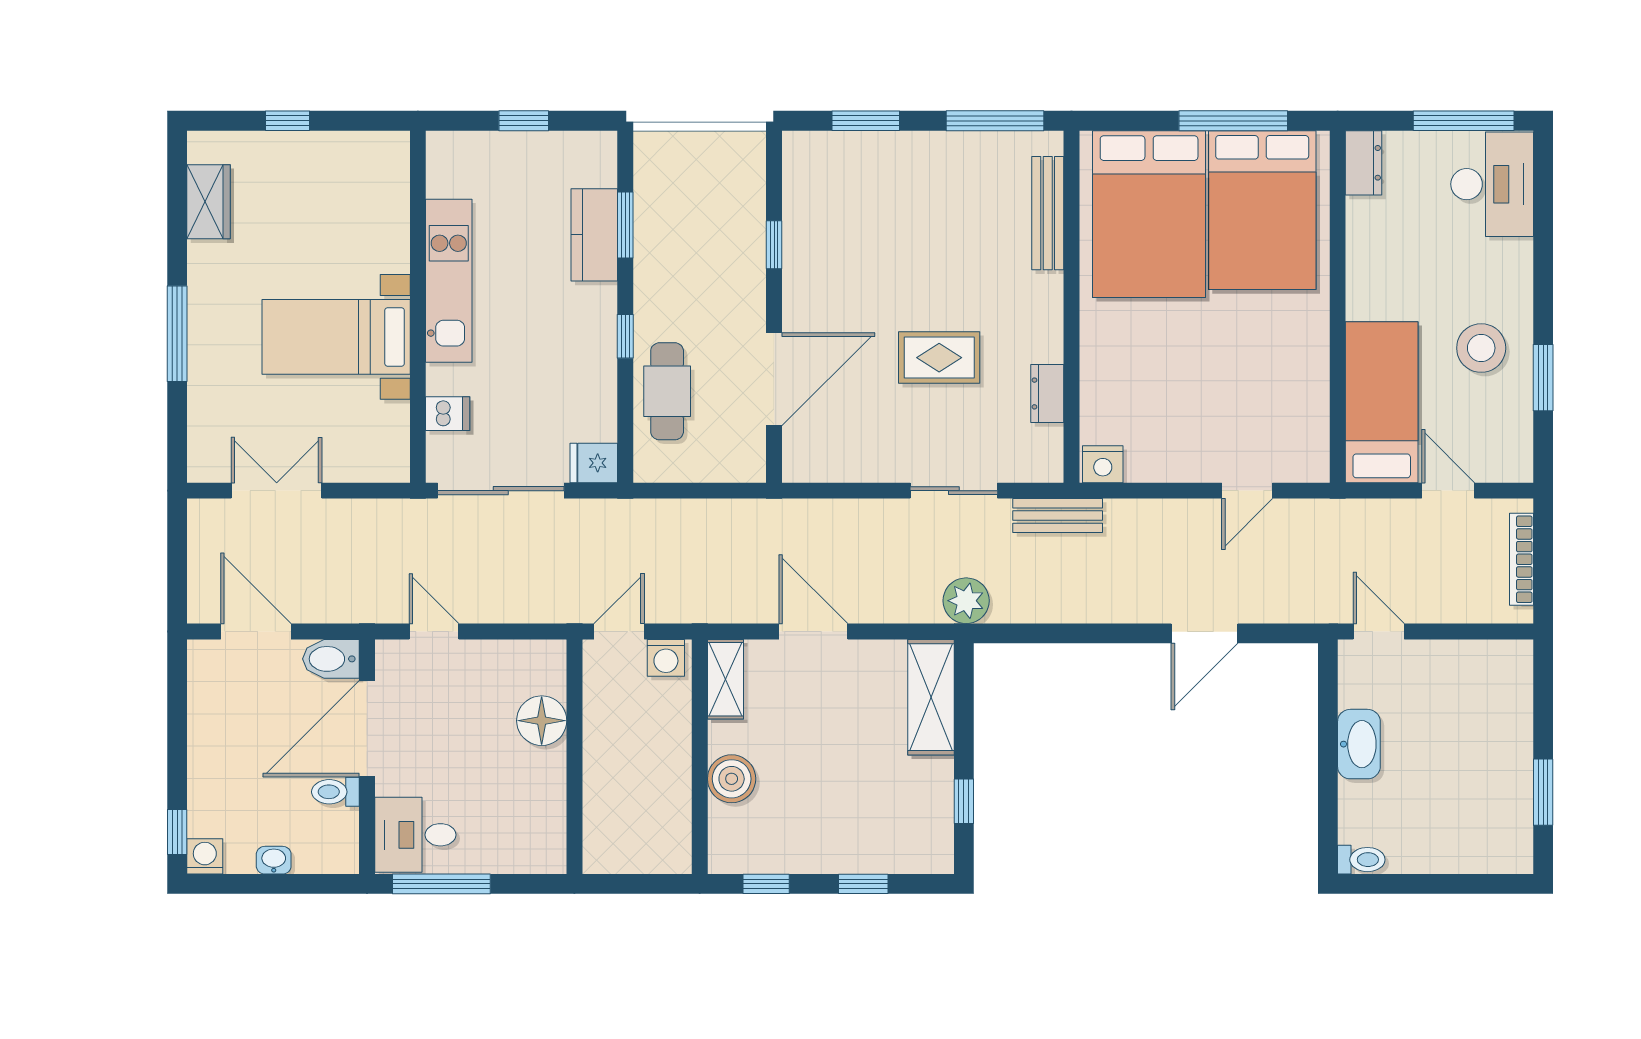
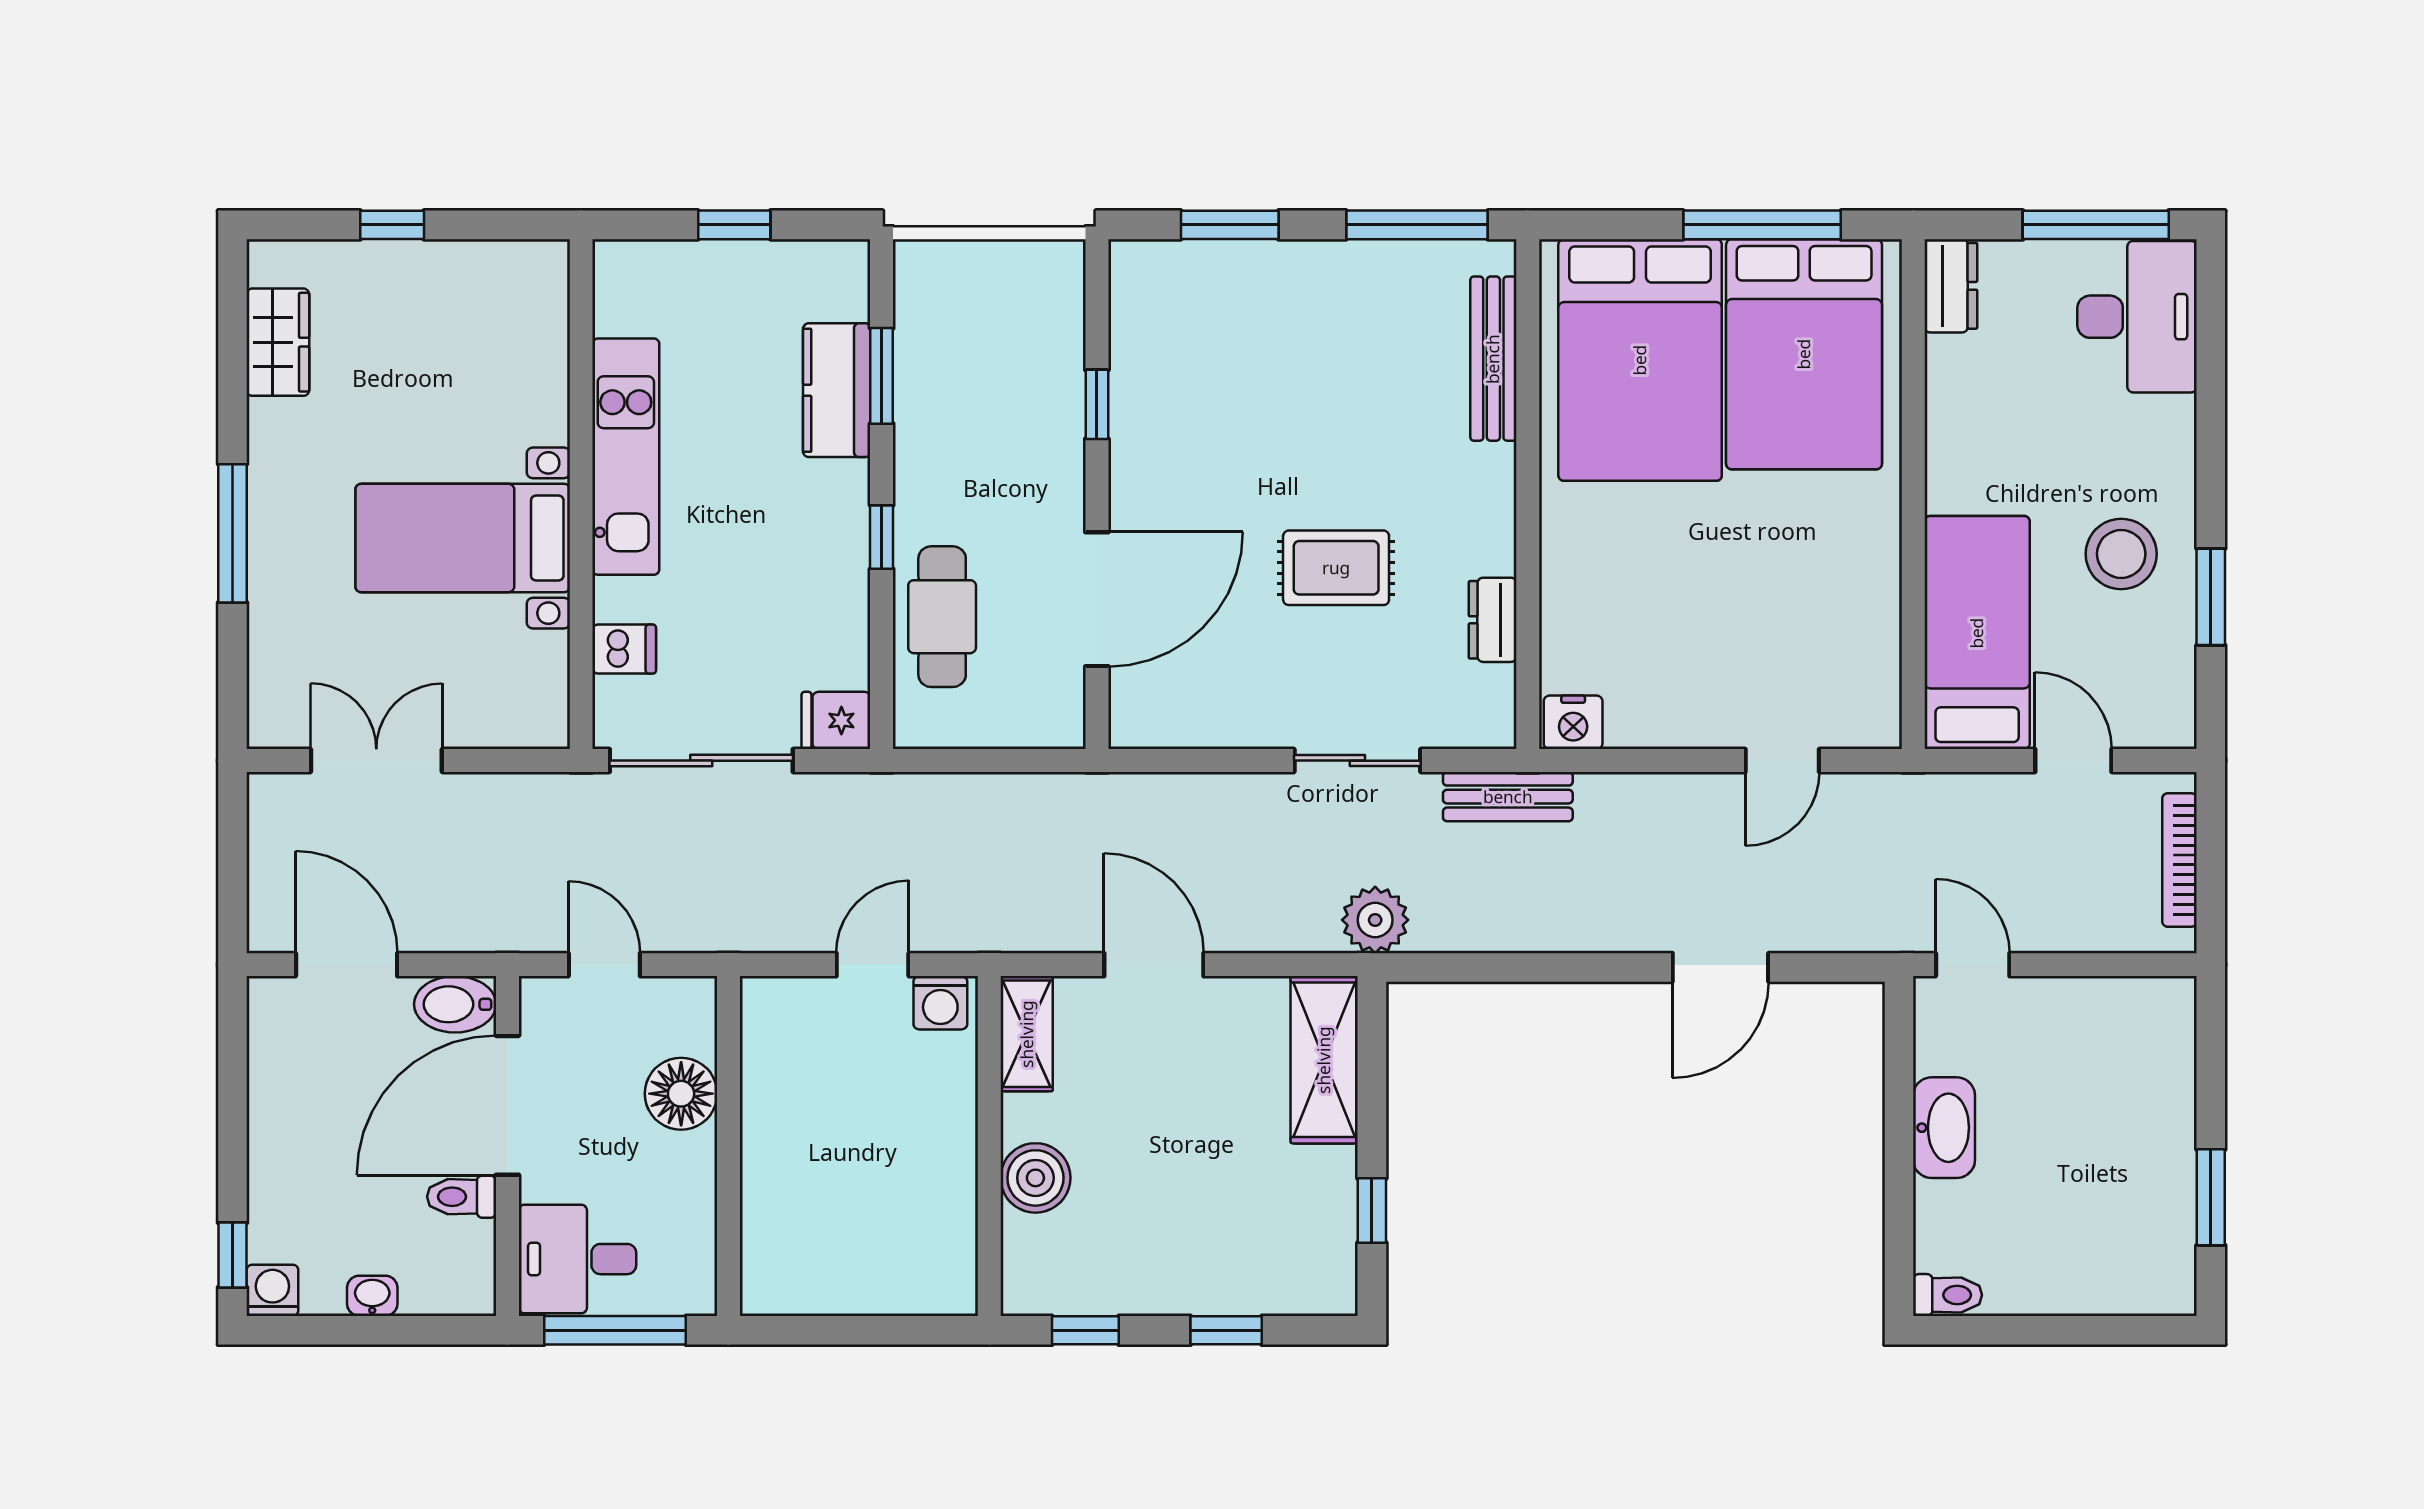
floor lamp: (542, 721) -> (681, 1094), moved
wall: (574, 757) -> (728, 1146), moved

